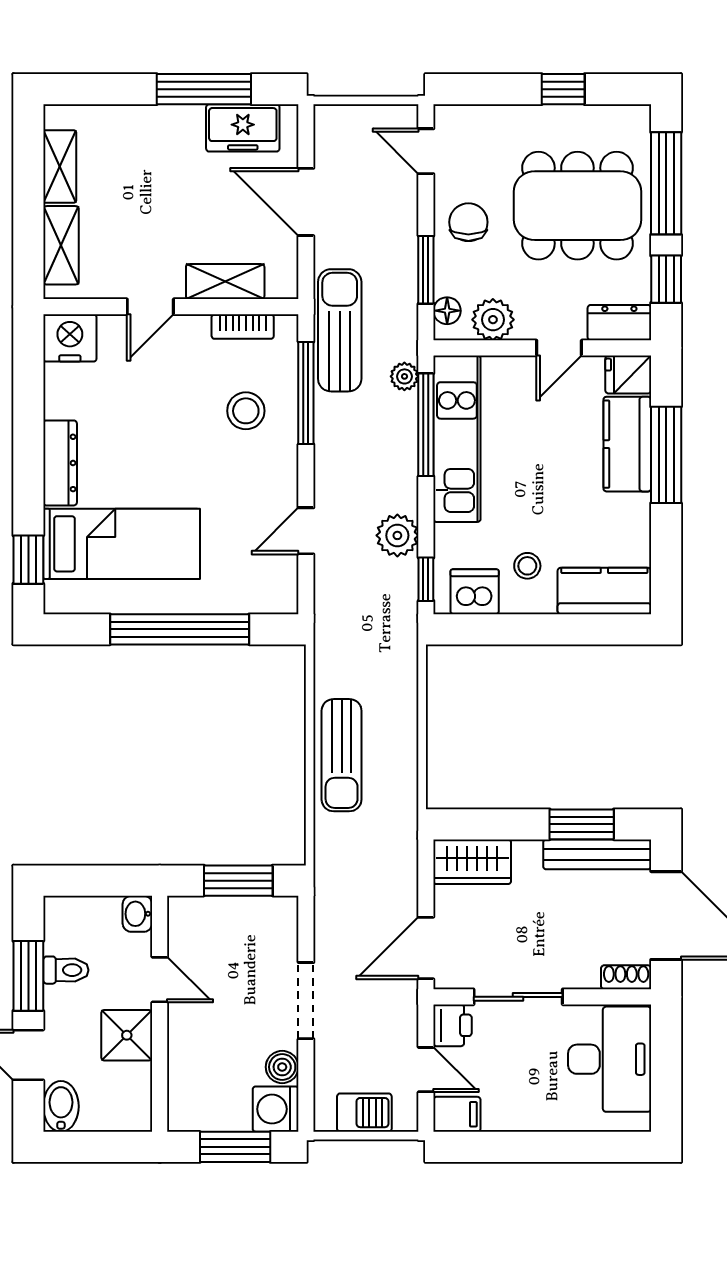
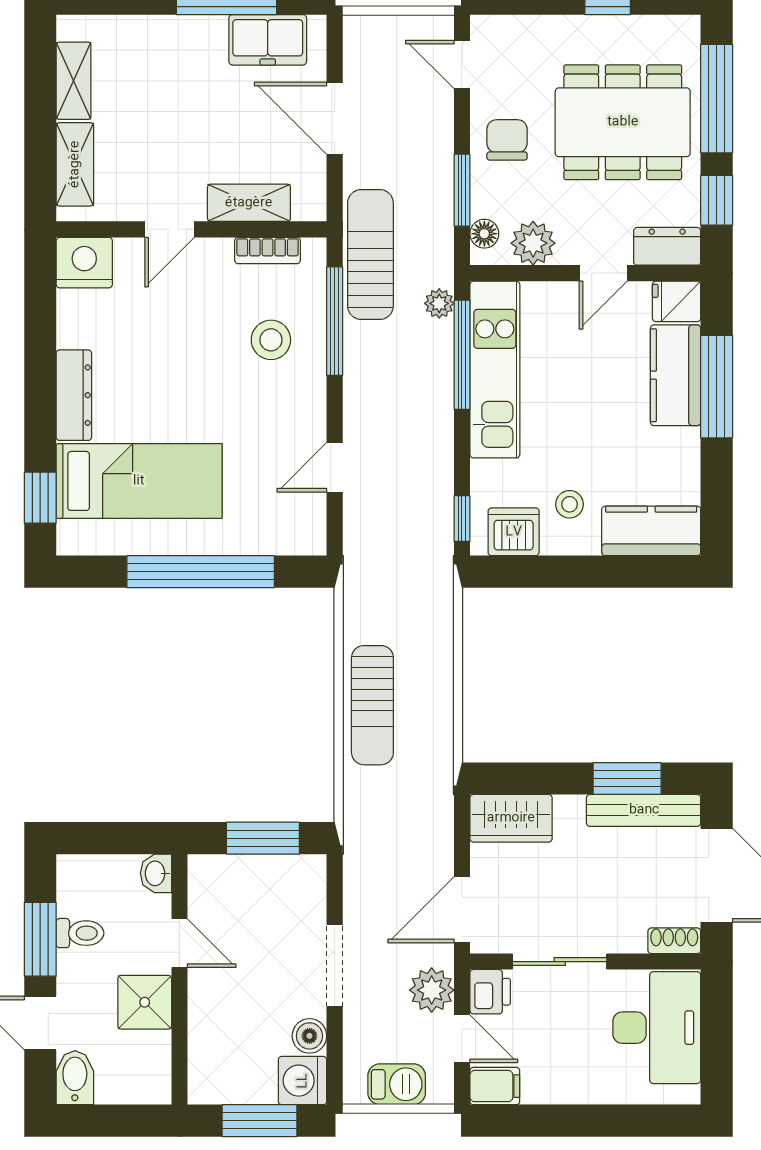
plant: (397, 535) -> (432, 990), moved

